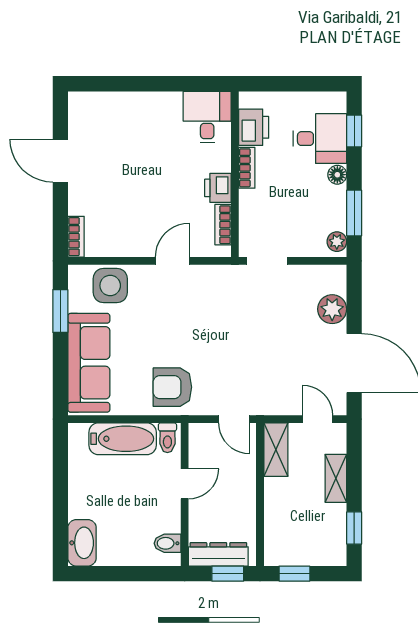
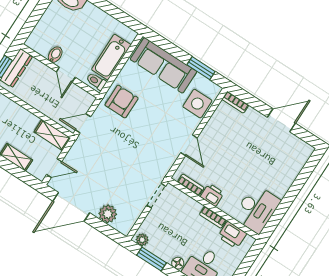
desk: (207, 117) -> (257, 209), width x1.37
bidet: (167, 543) -> (55, 55), moved

